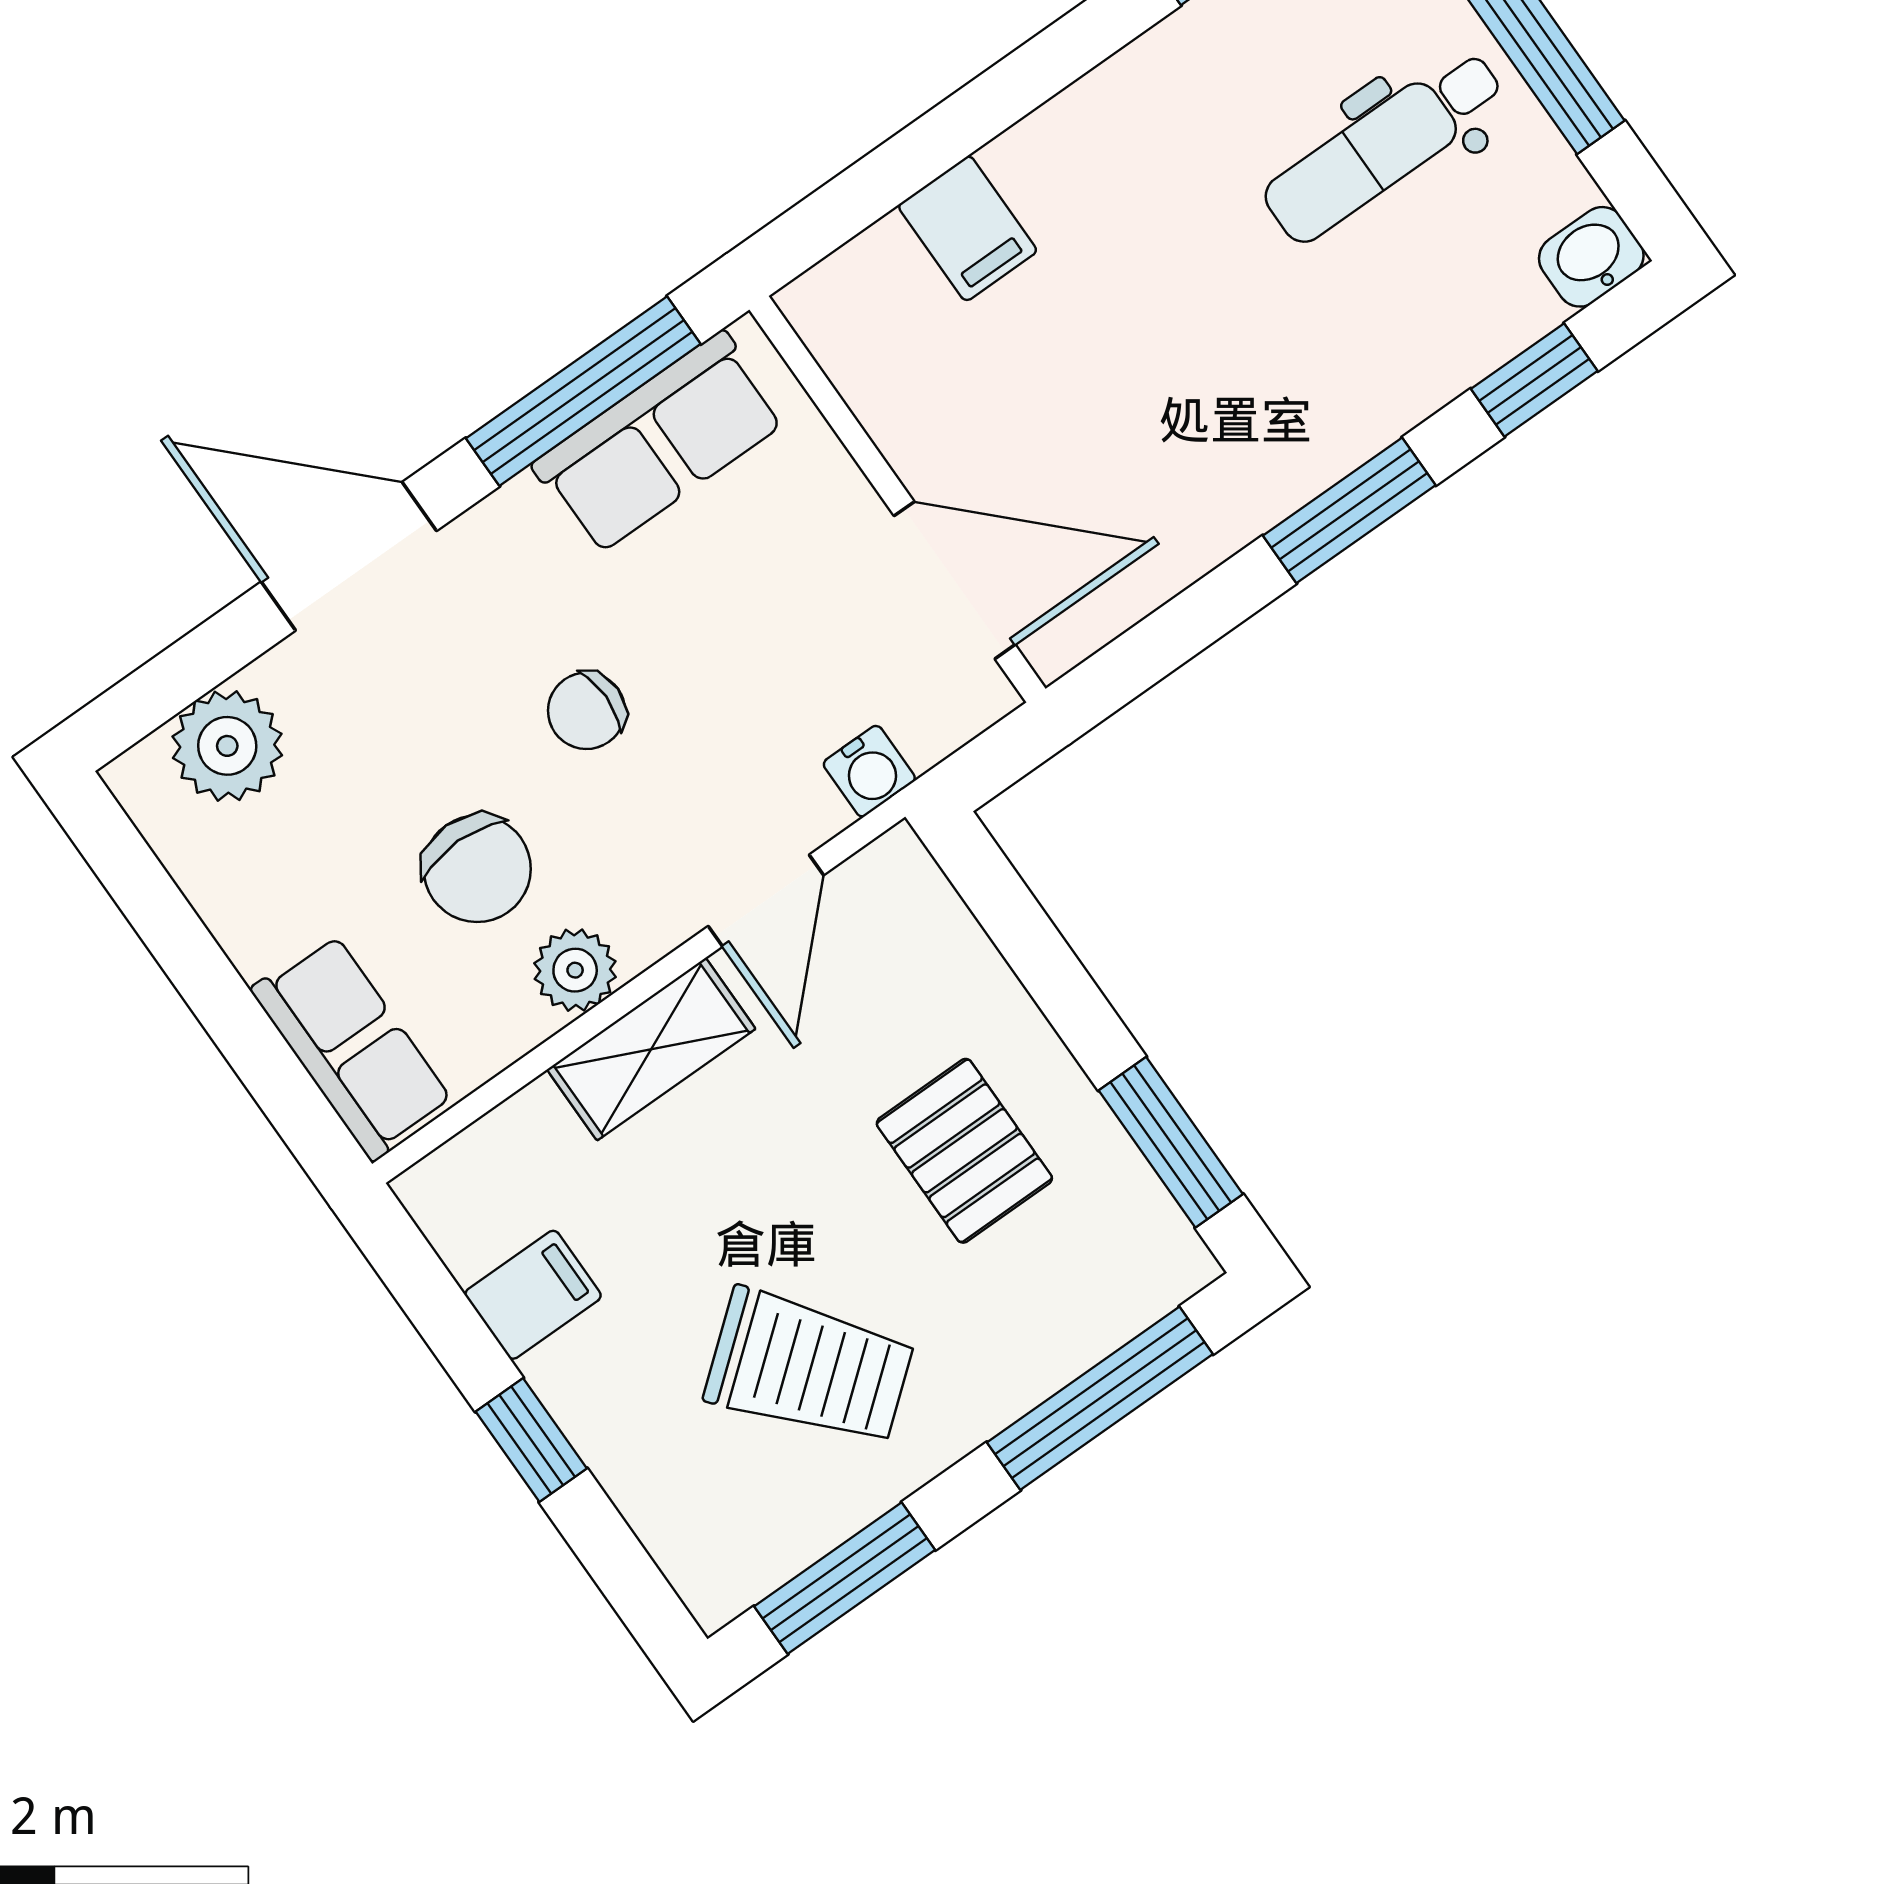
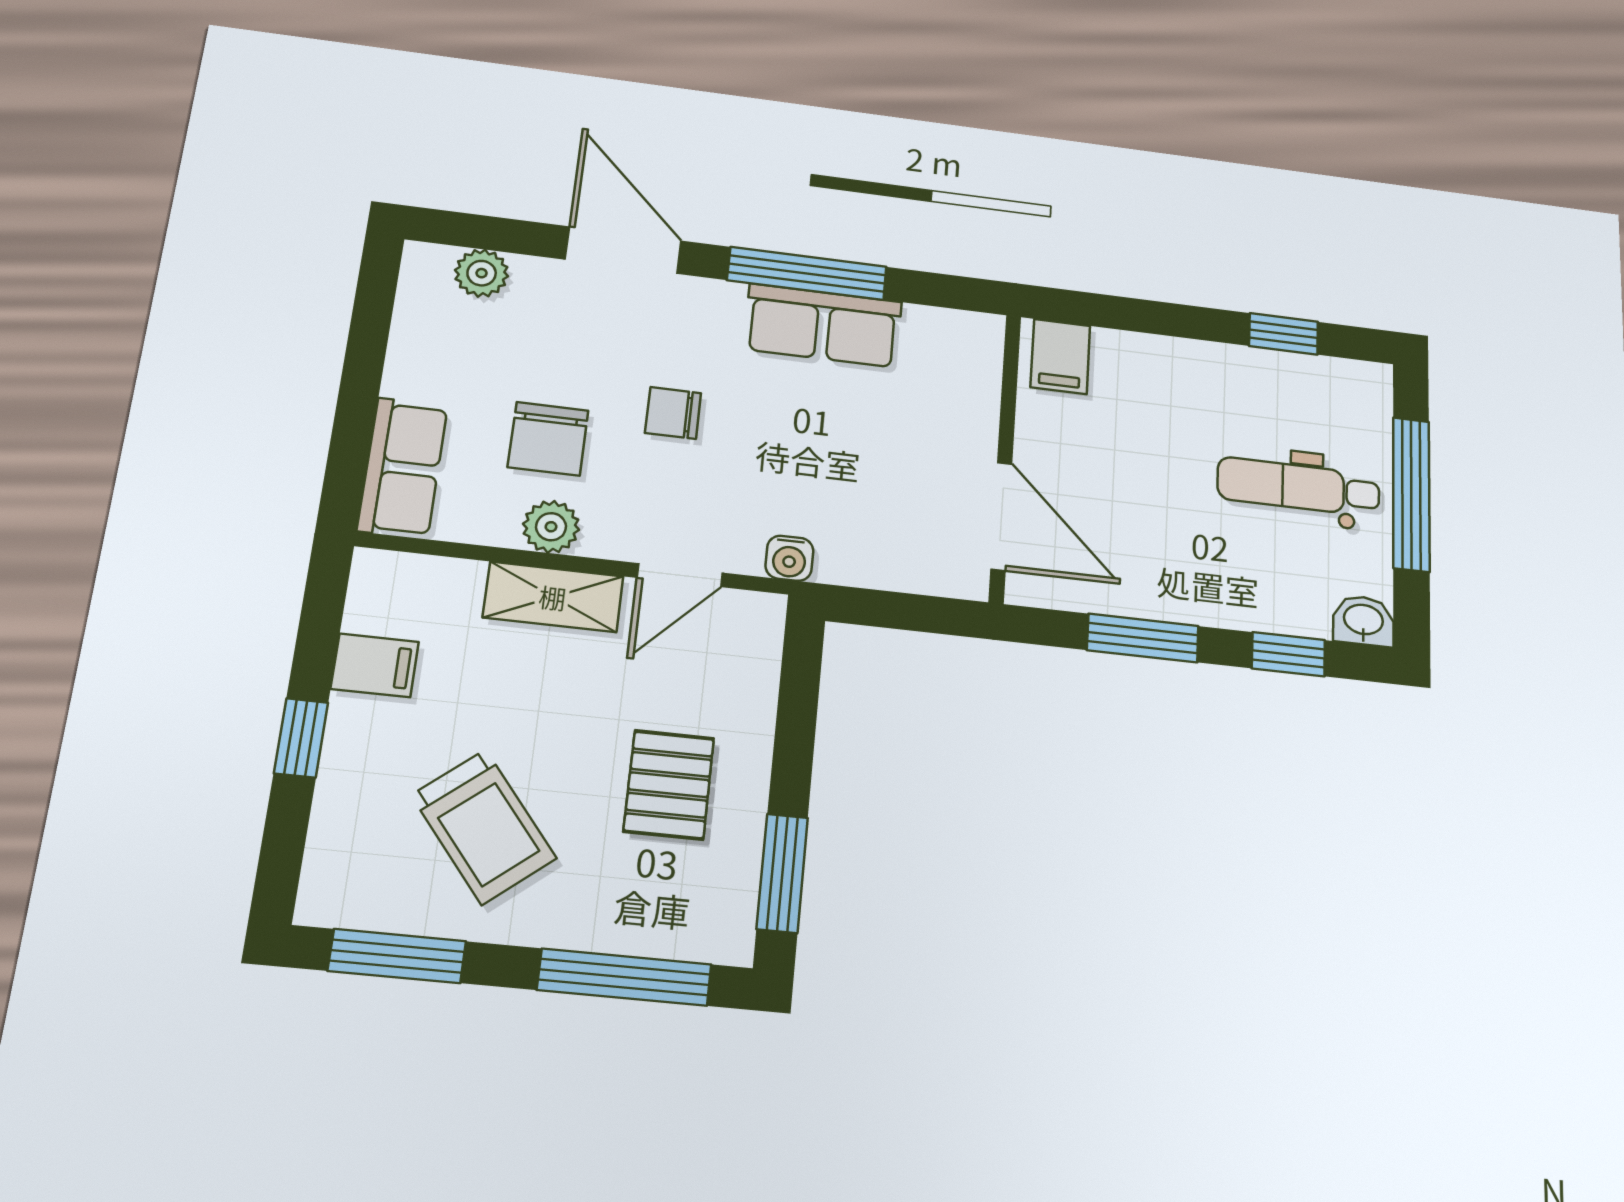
wall: (897, 499) -> (1005, 456), moved
door: (955, 580) -> (1001, 516), moved
plant: (227, 746) -> (482, 273), width x0.73, depth x0.73

